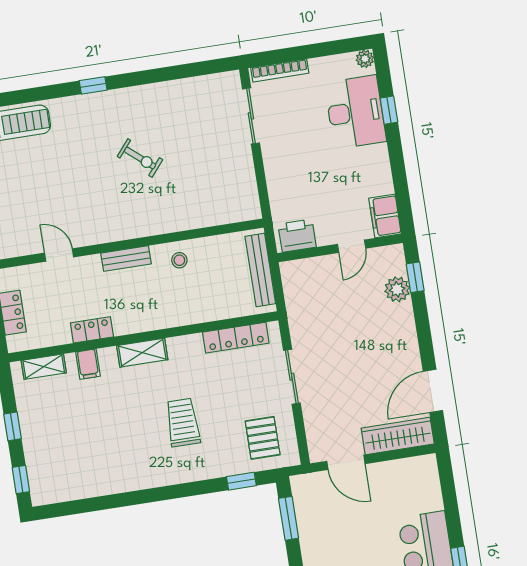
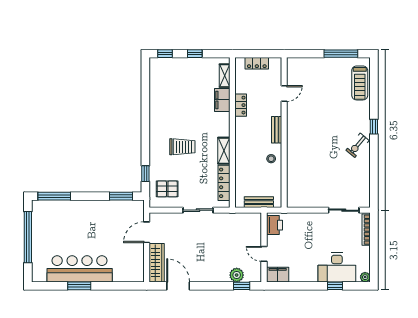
exercise bike: (140, 158) -> (357, 145), moved
bench: (260, 270) -> (259, 202), width x0.73
shelving: (142, 353) -> (224, 151), moved
filing cabinet: (88, 364) -> (222, 100), width x2.00

